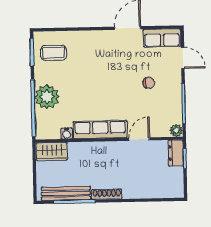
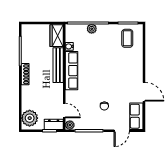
plant: (47, 97) -> (92, 29), width x0.53, depth x0.53
door: (139, 139) -> (64, 111), moved
plant: (168, 187) -> (30, 118), added
bench: (66, 193) -> (58, 65), moved

